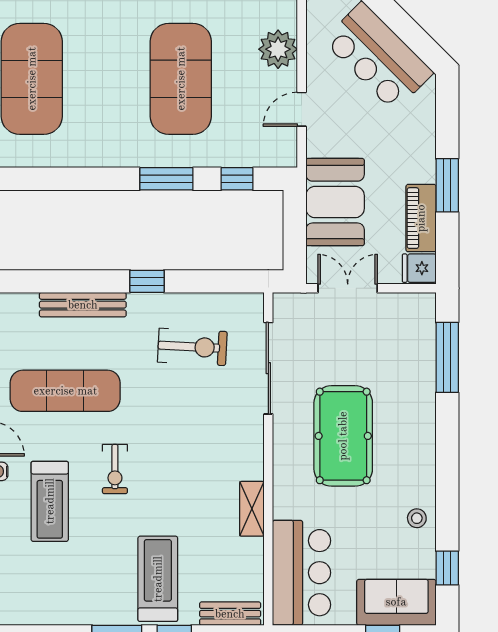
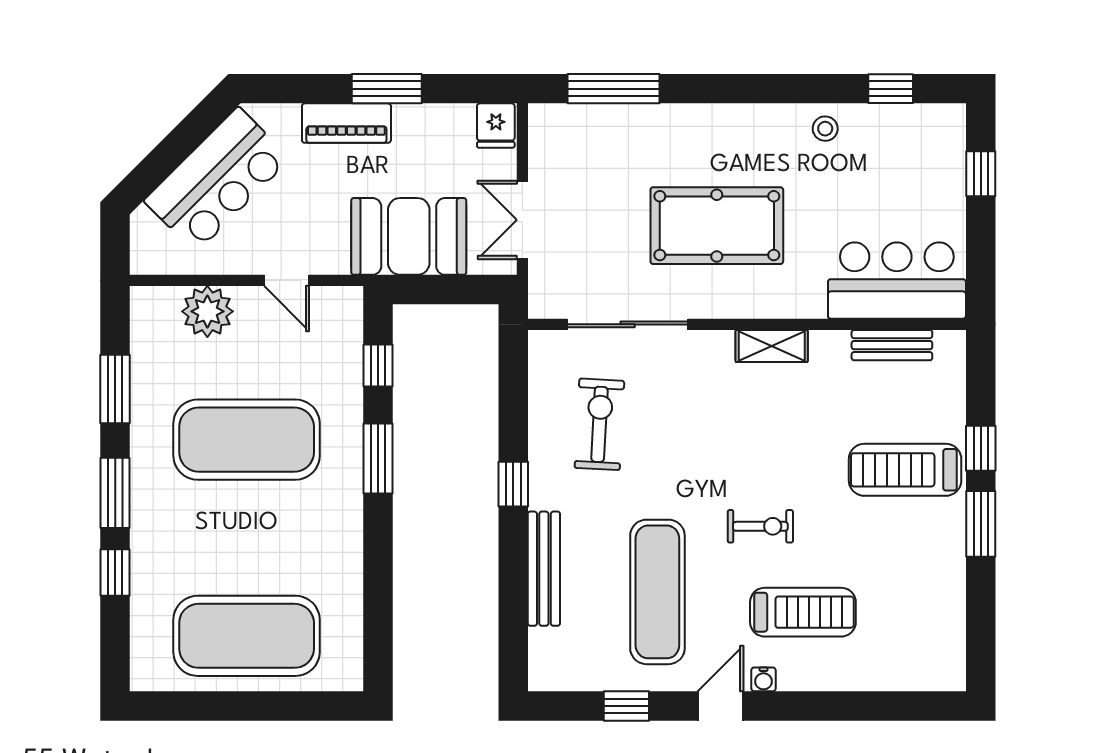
piano: (421, 218) -> (346, 123), moved
shelving: (252, 509) -> (772, 346), moved
sofa: (396, 602) -> (936, 156), removed
bench: (230, 614) -> (892, 345), moved, turned 90

